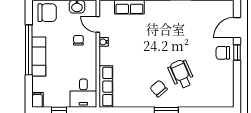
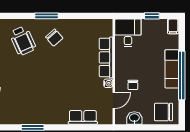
door: (98, 24) -> (114, 100), hinge flipped
wheelchair: (181, 74) -> (23, 41), moved
row of seats: (106, 87) -> (106, 57), moved

